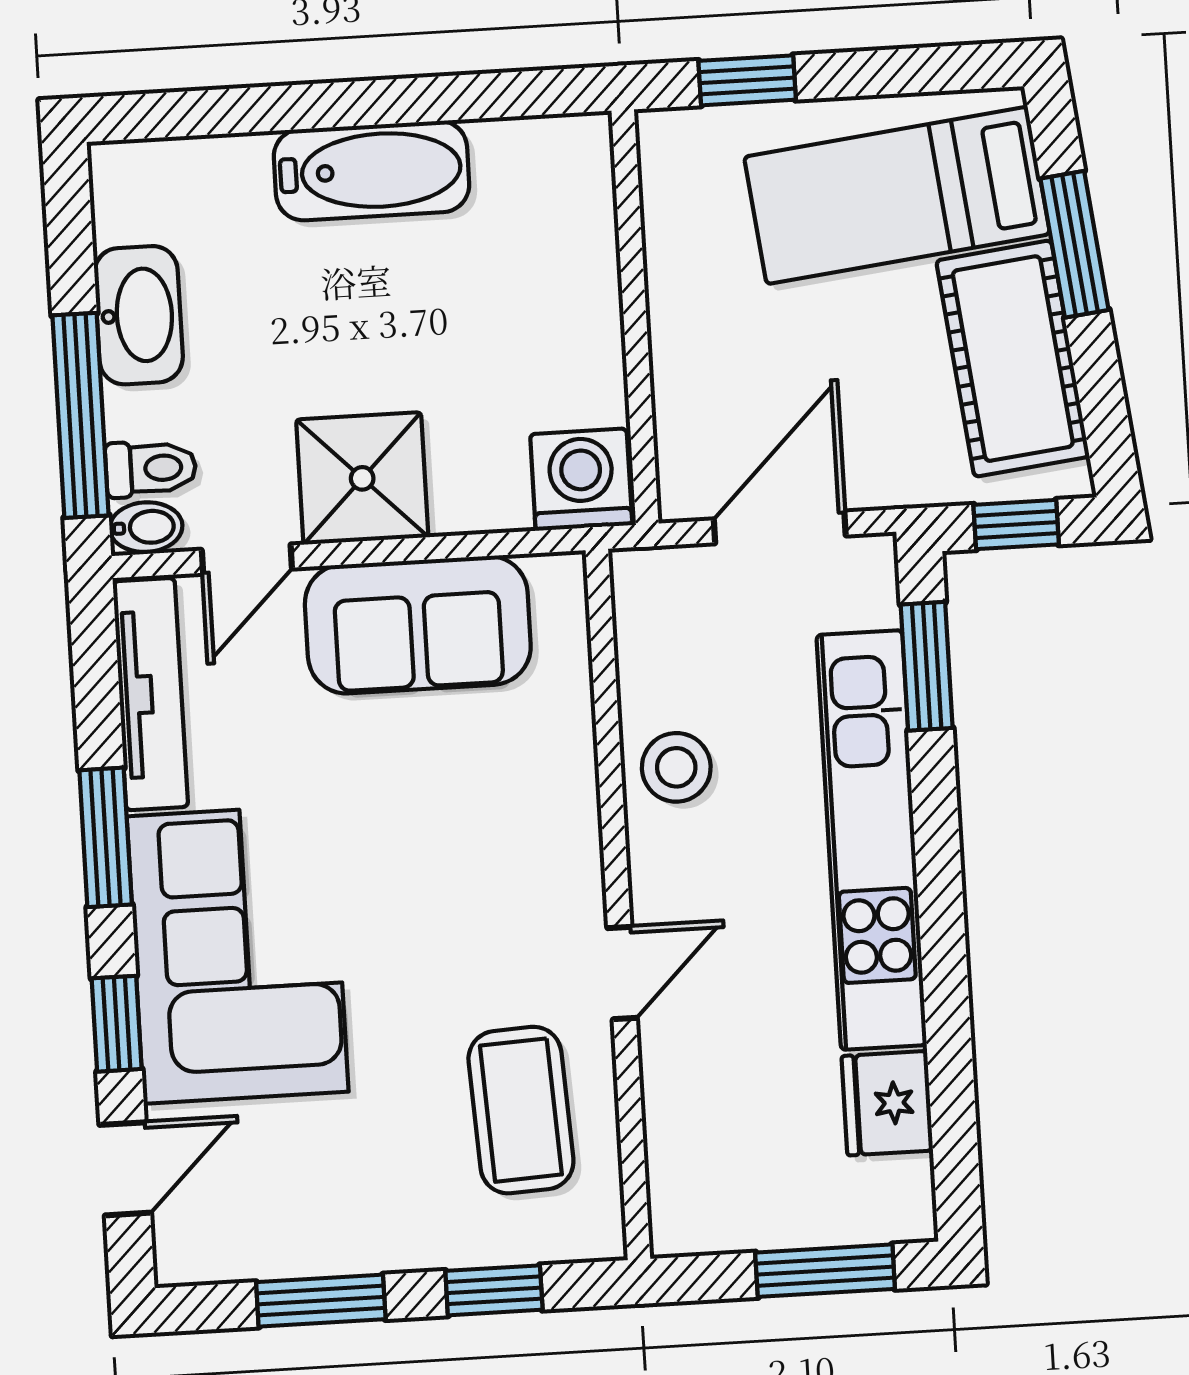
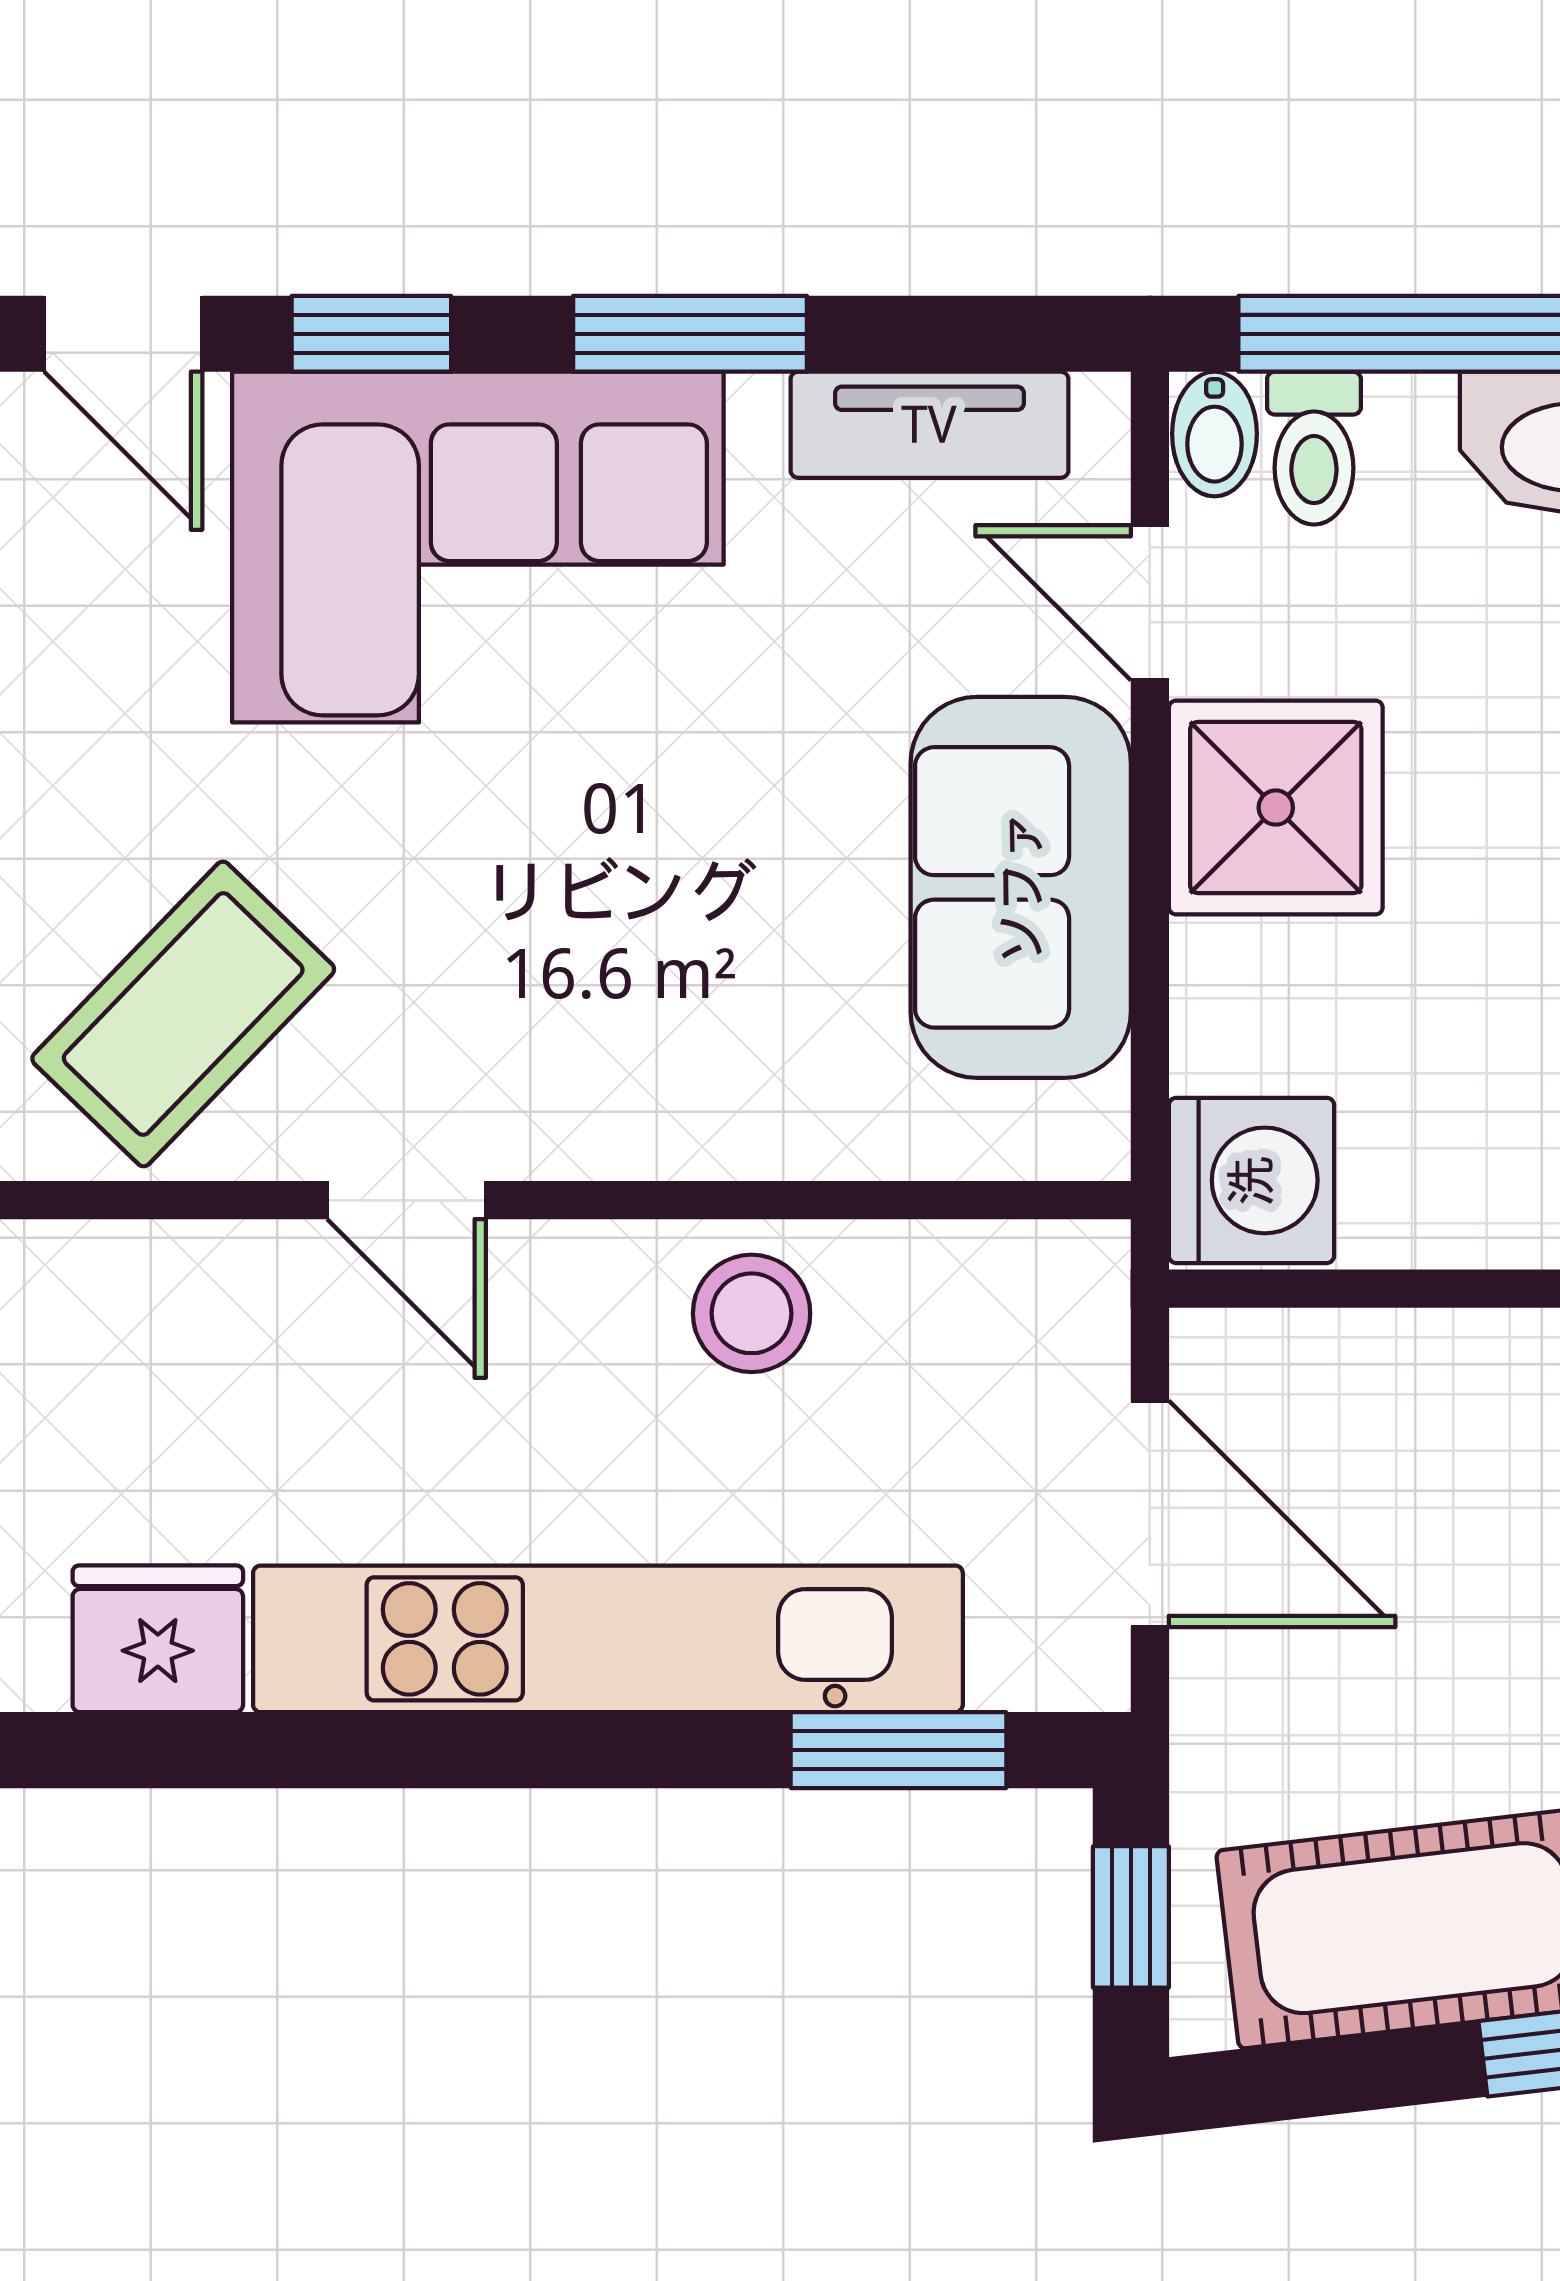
tv unit: (150, 694) -> (929, 425), width x0.71
coffee table: (521, 1110) -> (183, 1014), turned -43

